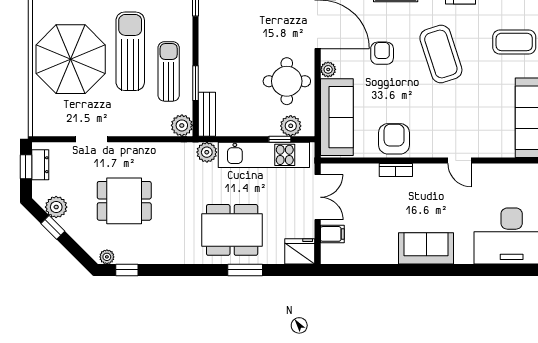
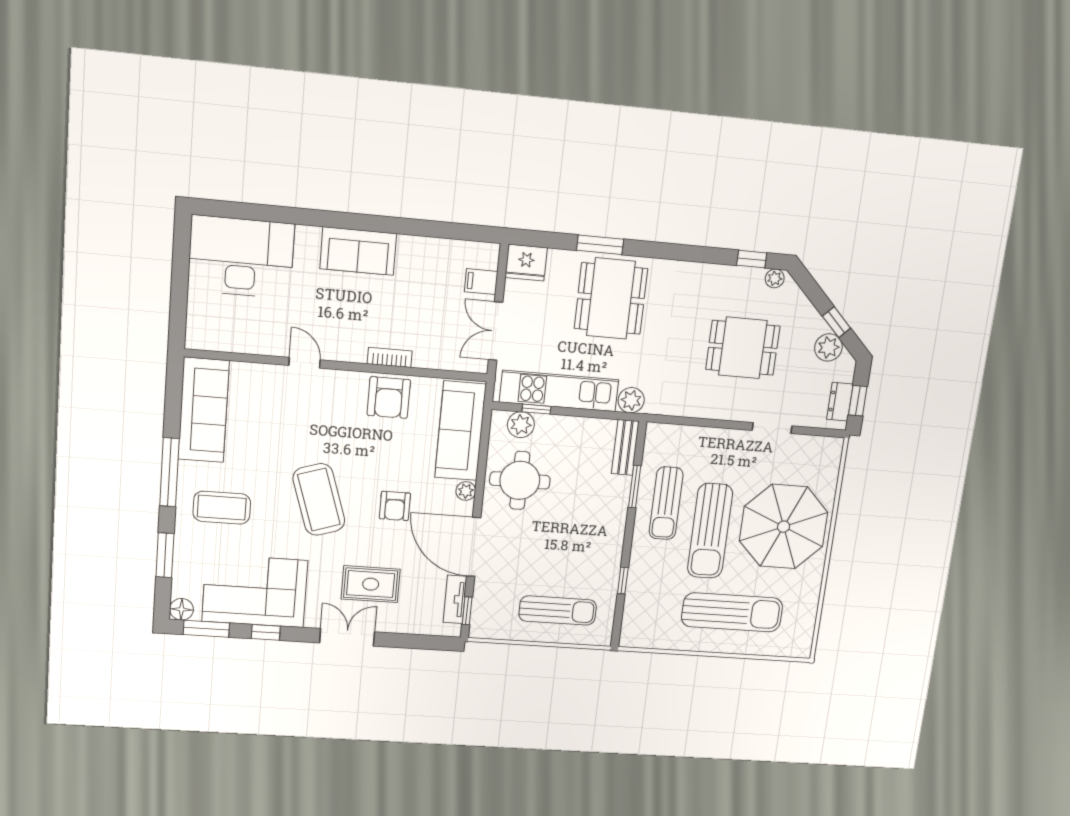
plant: (182, 125) -> (658, 436), removed
dining table: (232, 230) -> (611, 299), turned 90

